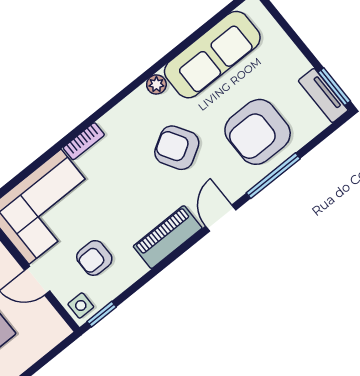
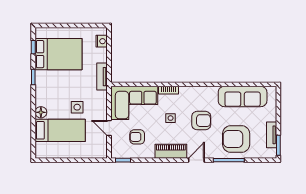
plant: (156, 84) -> (213, 91), removed
tv unit: (323, 95) -> (272, 135), moved
armchair: (177, 148) -> (201, 121), turned 121
side table: (81, 306) -> (171, 118), moved

